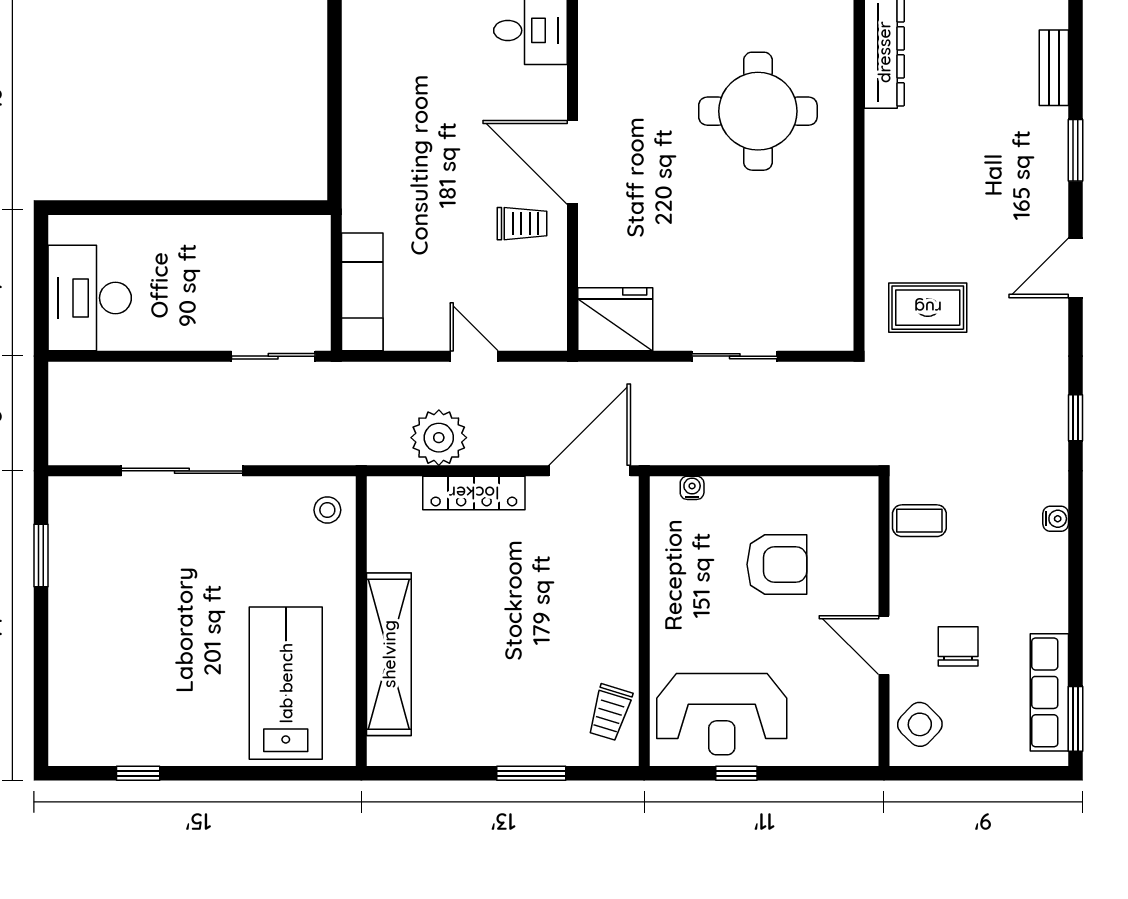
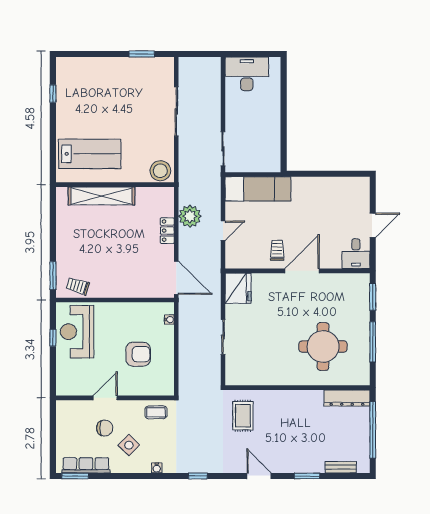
trolley: (522, 224) -> (277, 250), turned 180
exam couch: (362, 292) -> (258, 189), width x1.36, depth x1.45
locker: (474, 493) -> (167, 231), width x0.66
stool: (327, 510) -> (160, 171), width x1.89, depth x1.89
coffee table: (919, 521) -> (156, 412), turned 90
armchair: (777, 564) -> (138, 354), turned -90
side table: (920, 724) -> (129, 445), moved
window: (531, 773) -> (53, 276), moved

